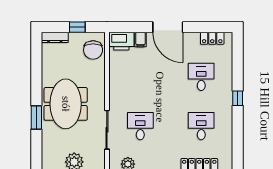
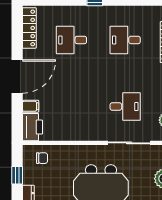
locker: (212, 38) -> (29, 28), width x1.53
chair: (93, 50) -> (42, 158), width x0.54, depth x0.54
desk: (140, 126) -> (125, 107), turned 180

